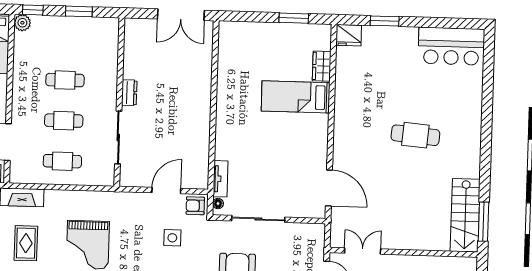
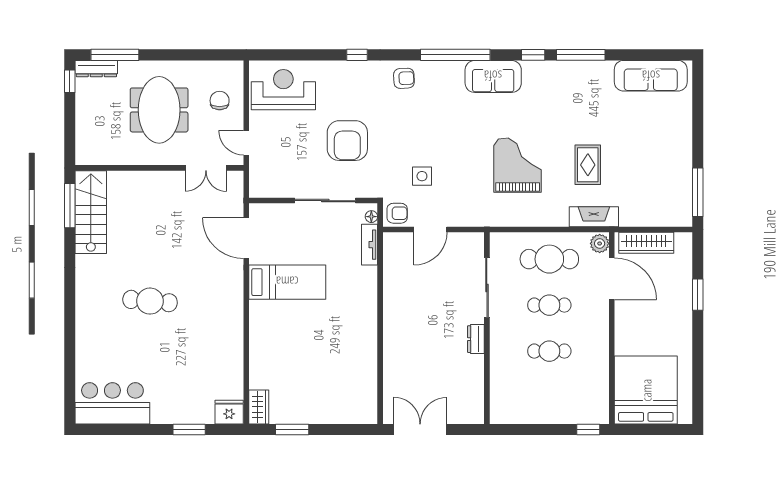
window: (79, 11) -> (536, 429), removed
plant: (22, 23) -> (600, 243), moved
wardrobe: (322, 66) -> (259, 407), moved
bed: (296, 97) -> (287, 282), moved
cafe table: (62, 161) -> (549, 259), width x1.37, depth x1.35

